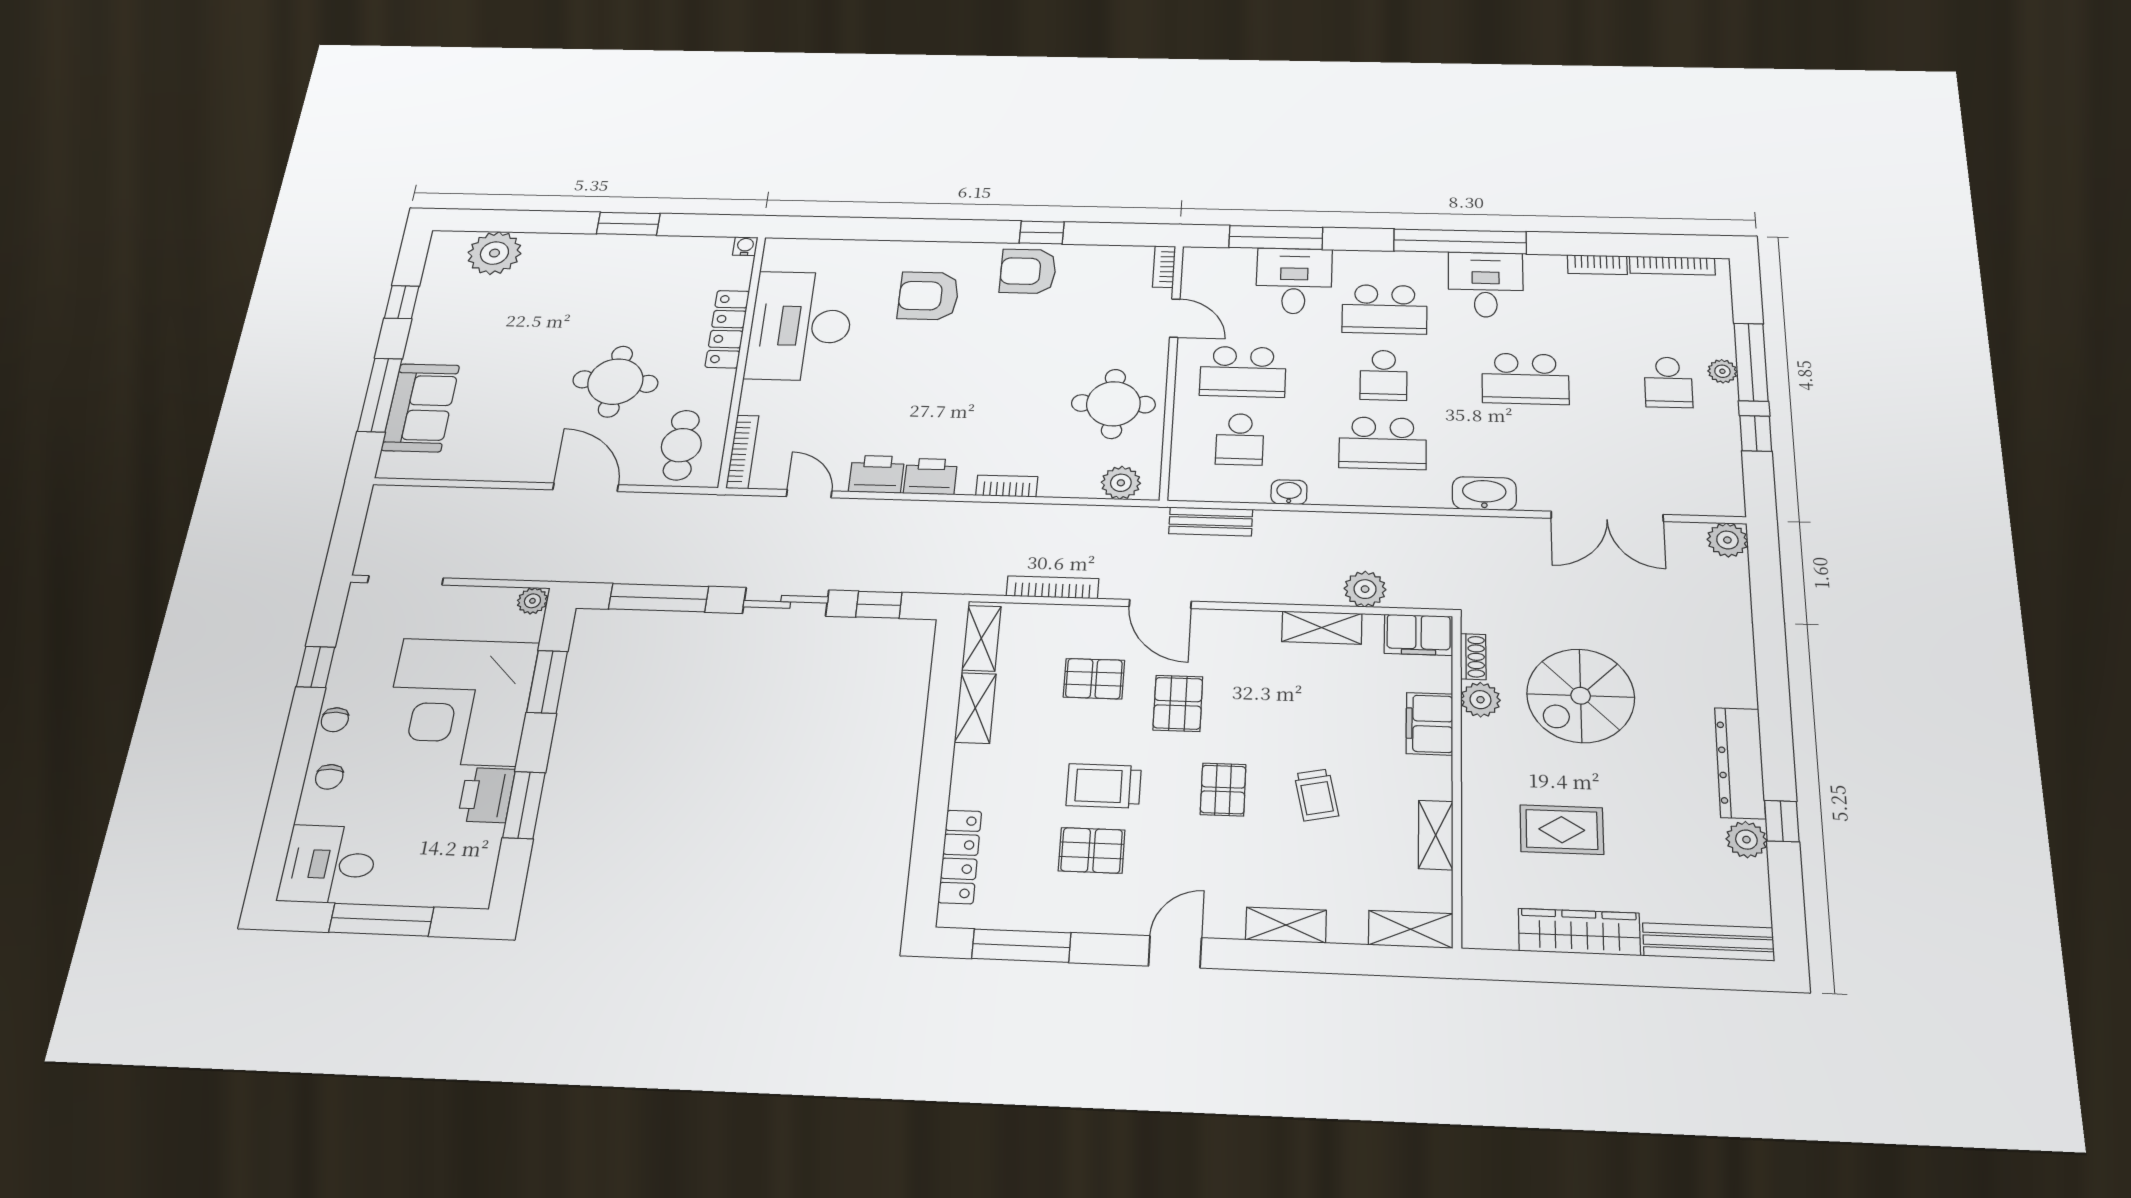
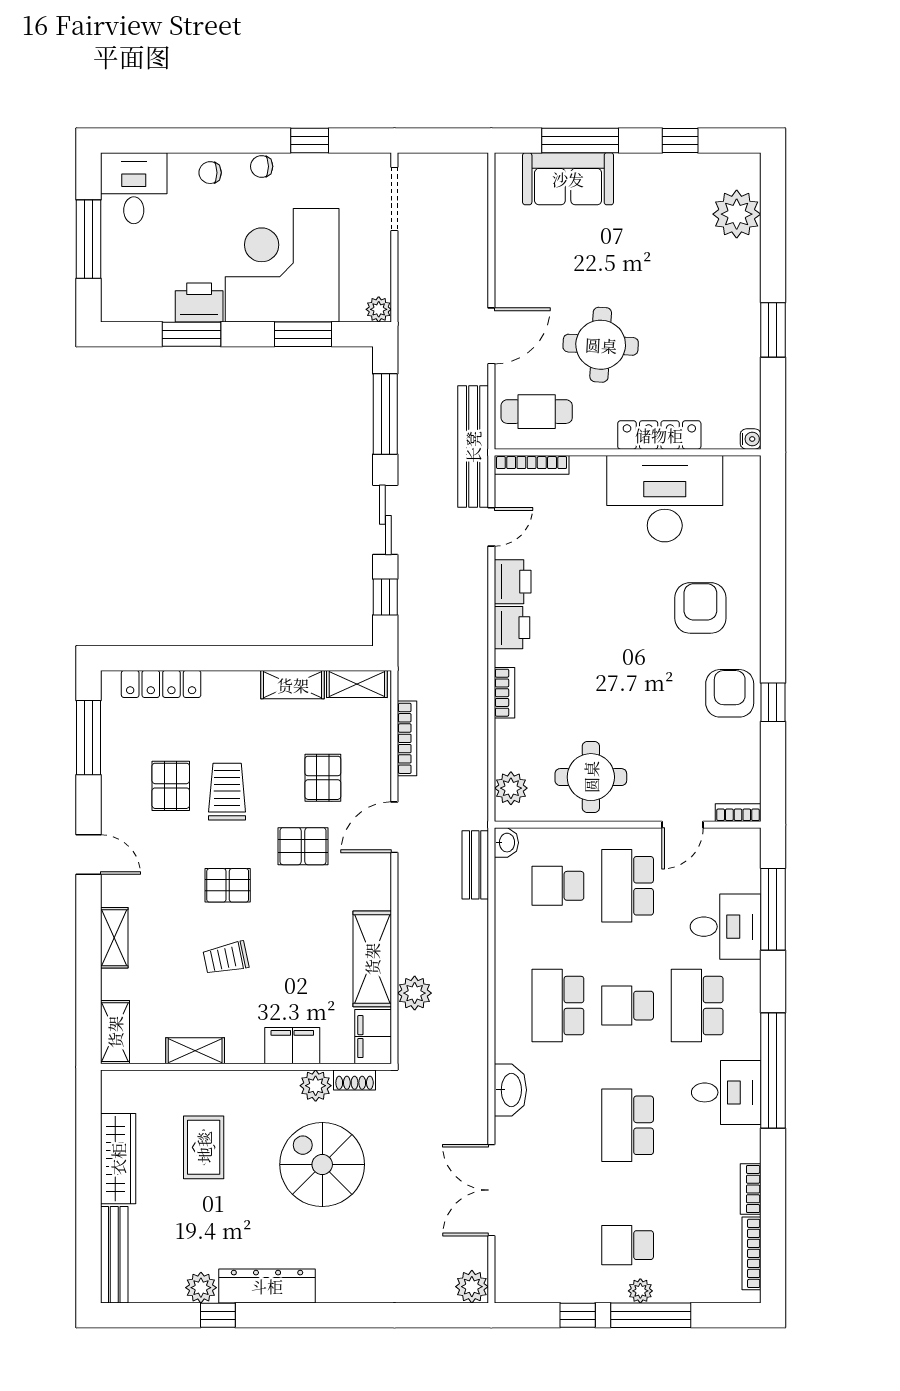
washbasin: (1289, 492) -> (506, 843), moved
bench: (712, 509) -> (473, 447), added
shelving: (1322, 628) -> (372, 959), width x1.50, depth x1.33

